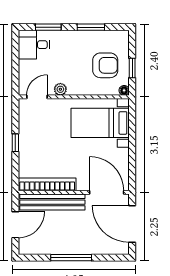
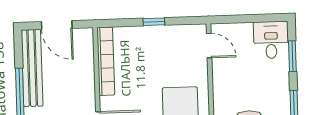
plant: (60, 89) -> (219, 73), removed
bench: (52, 202) -> (32, 68), moved

